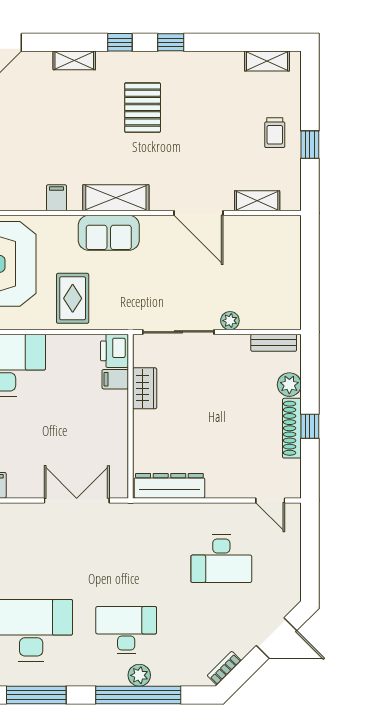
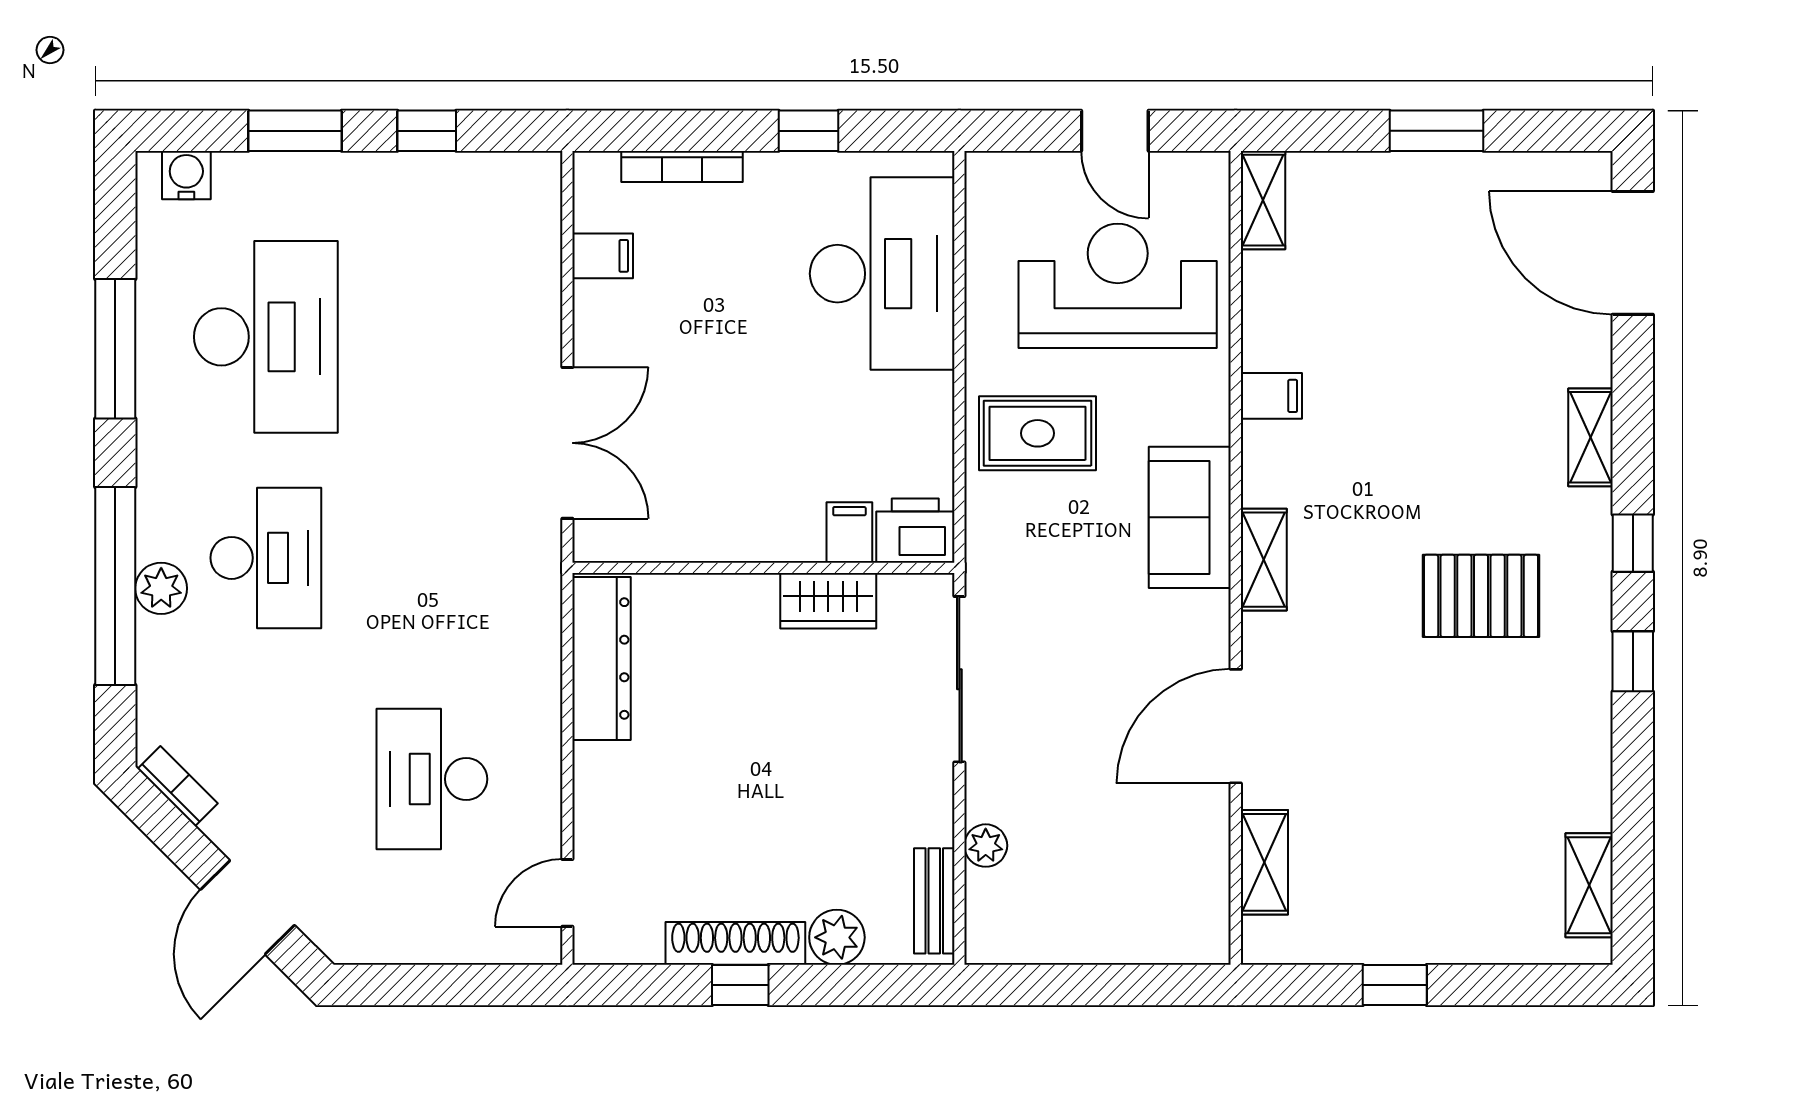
trolley: (275, 133) -> (1423, 903), removed
shelving: (116, 198) -> (1264, 560), width x0.67, depth x0.75
plant: (230, 321) -> (986, 846), moved

